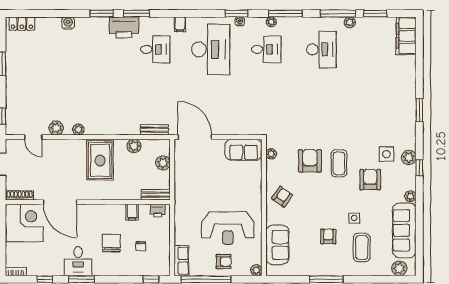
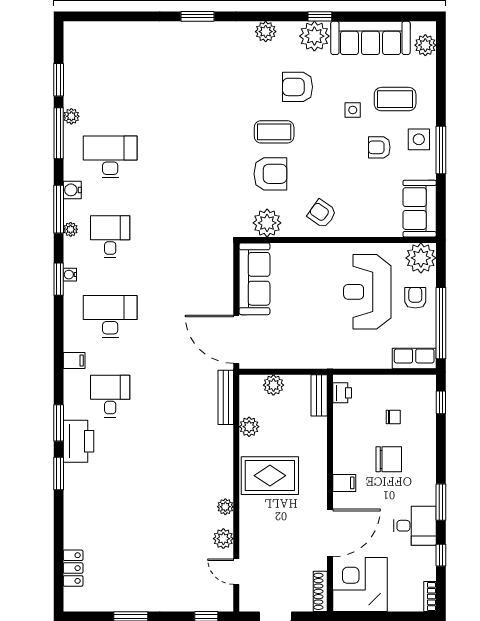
water cooler: (68, 23) -> (72, 190), moved
locker: (22, 24) -> (73, 568), moved
filing cabinet: (406, 36) -> (91, 35), removed
desk: (211, 49) -> (110, 316), width x0.73, depth x0.77
bench: (154, 130) -> (226, 397), width x1.36
door: (33, 137) -> (236, 572), swing flipped
door: (195, 137) -> (236, 339), hinge flipped
sofa: (243, 150) -> (254, 279), width x1.36
plant: (271, 154) -> (267, 223), width x1.88, depth x1.88
side table: (386, 154) -> (419, 139), moved
armchair: (310, 161) -> (270, 174), turned 180
window: (419, 168) -> (320, 16), moved
plant: (410, 196) -> (314, 36), width x1.87, depth x1.87
filing cabinet: (132, 212) -> (344, 483), moved
reception desk: (228, 228) -> (367, 292), turned 180
chair: (111, 243) -> (389, 459), turned 180
sofa: (277, 245) -> (420, 209), moved, turned -90
desk: (78, 261) -> (415, 526), moved
plant: (256, 270) -> (421, 258), width x1.88, depth x1.88

